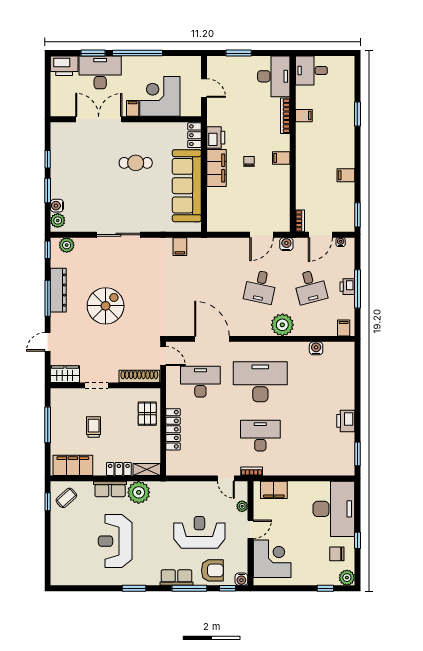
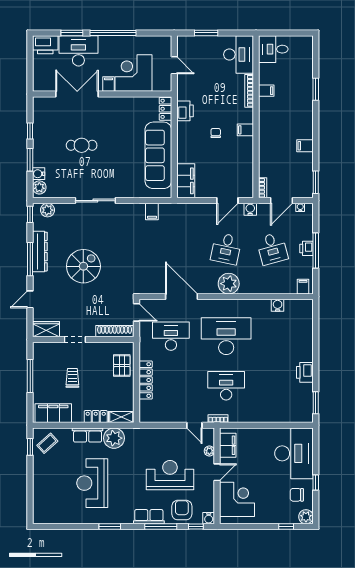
cafe table: (136, 163) -> (82, 145), moved
filing cabinet: (216, 168) -> (186, 181), moved
plant: (282, 325) -> (229, 284), moved
filing cabinet: (274, 490) -> (228, 445), moved, turned -90
armchair: (212, 570) -> (182, 510), turned -90

